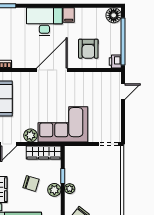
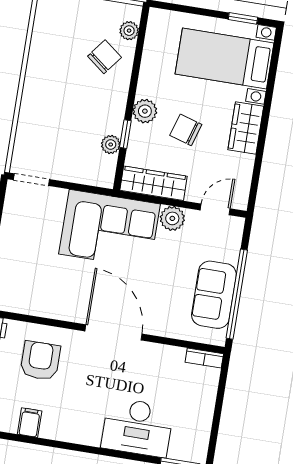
filing cabinet: (69, 15) -> (30, 423), moved
desk: (44, 22) -> (137, 427), moved
door: (52, 70) -> (114, 332), swing flipped
plant: (70, 189) -> (111, 144), moved

